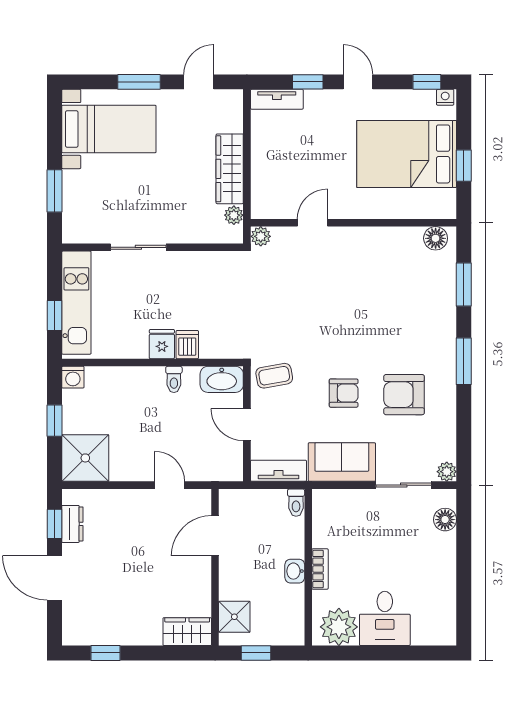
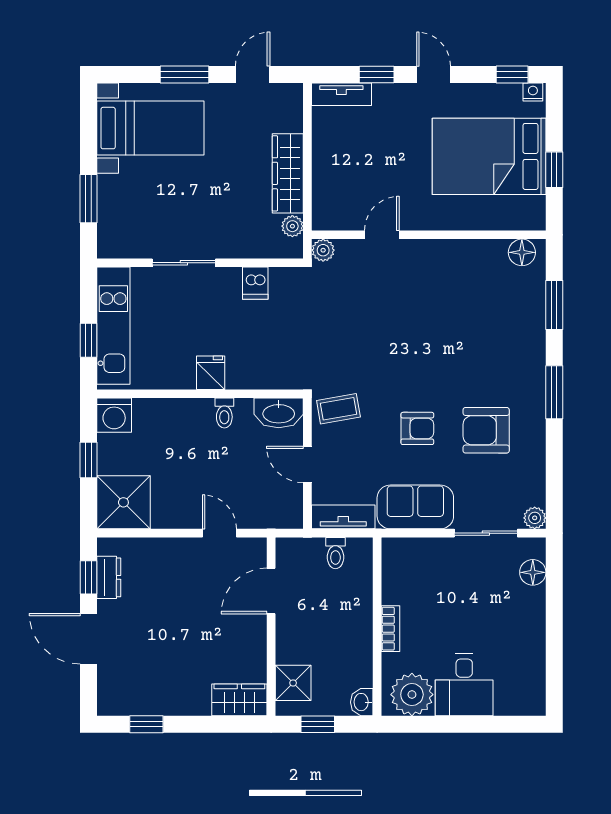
dishwasher: (187, 345) -> (255, 283), moved, turned 180
washing machine: (73, 377) -> (114, 415), width x1.38, depth x1.38
toilet: (296, 503) -> (335, 553), moved
washbasin: (295, 571) -> (362, 702), moved

